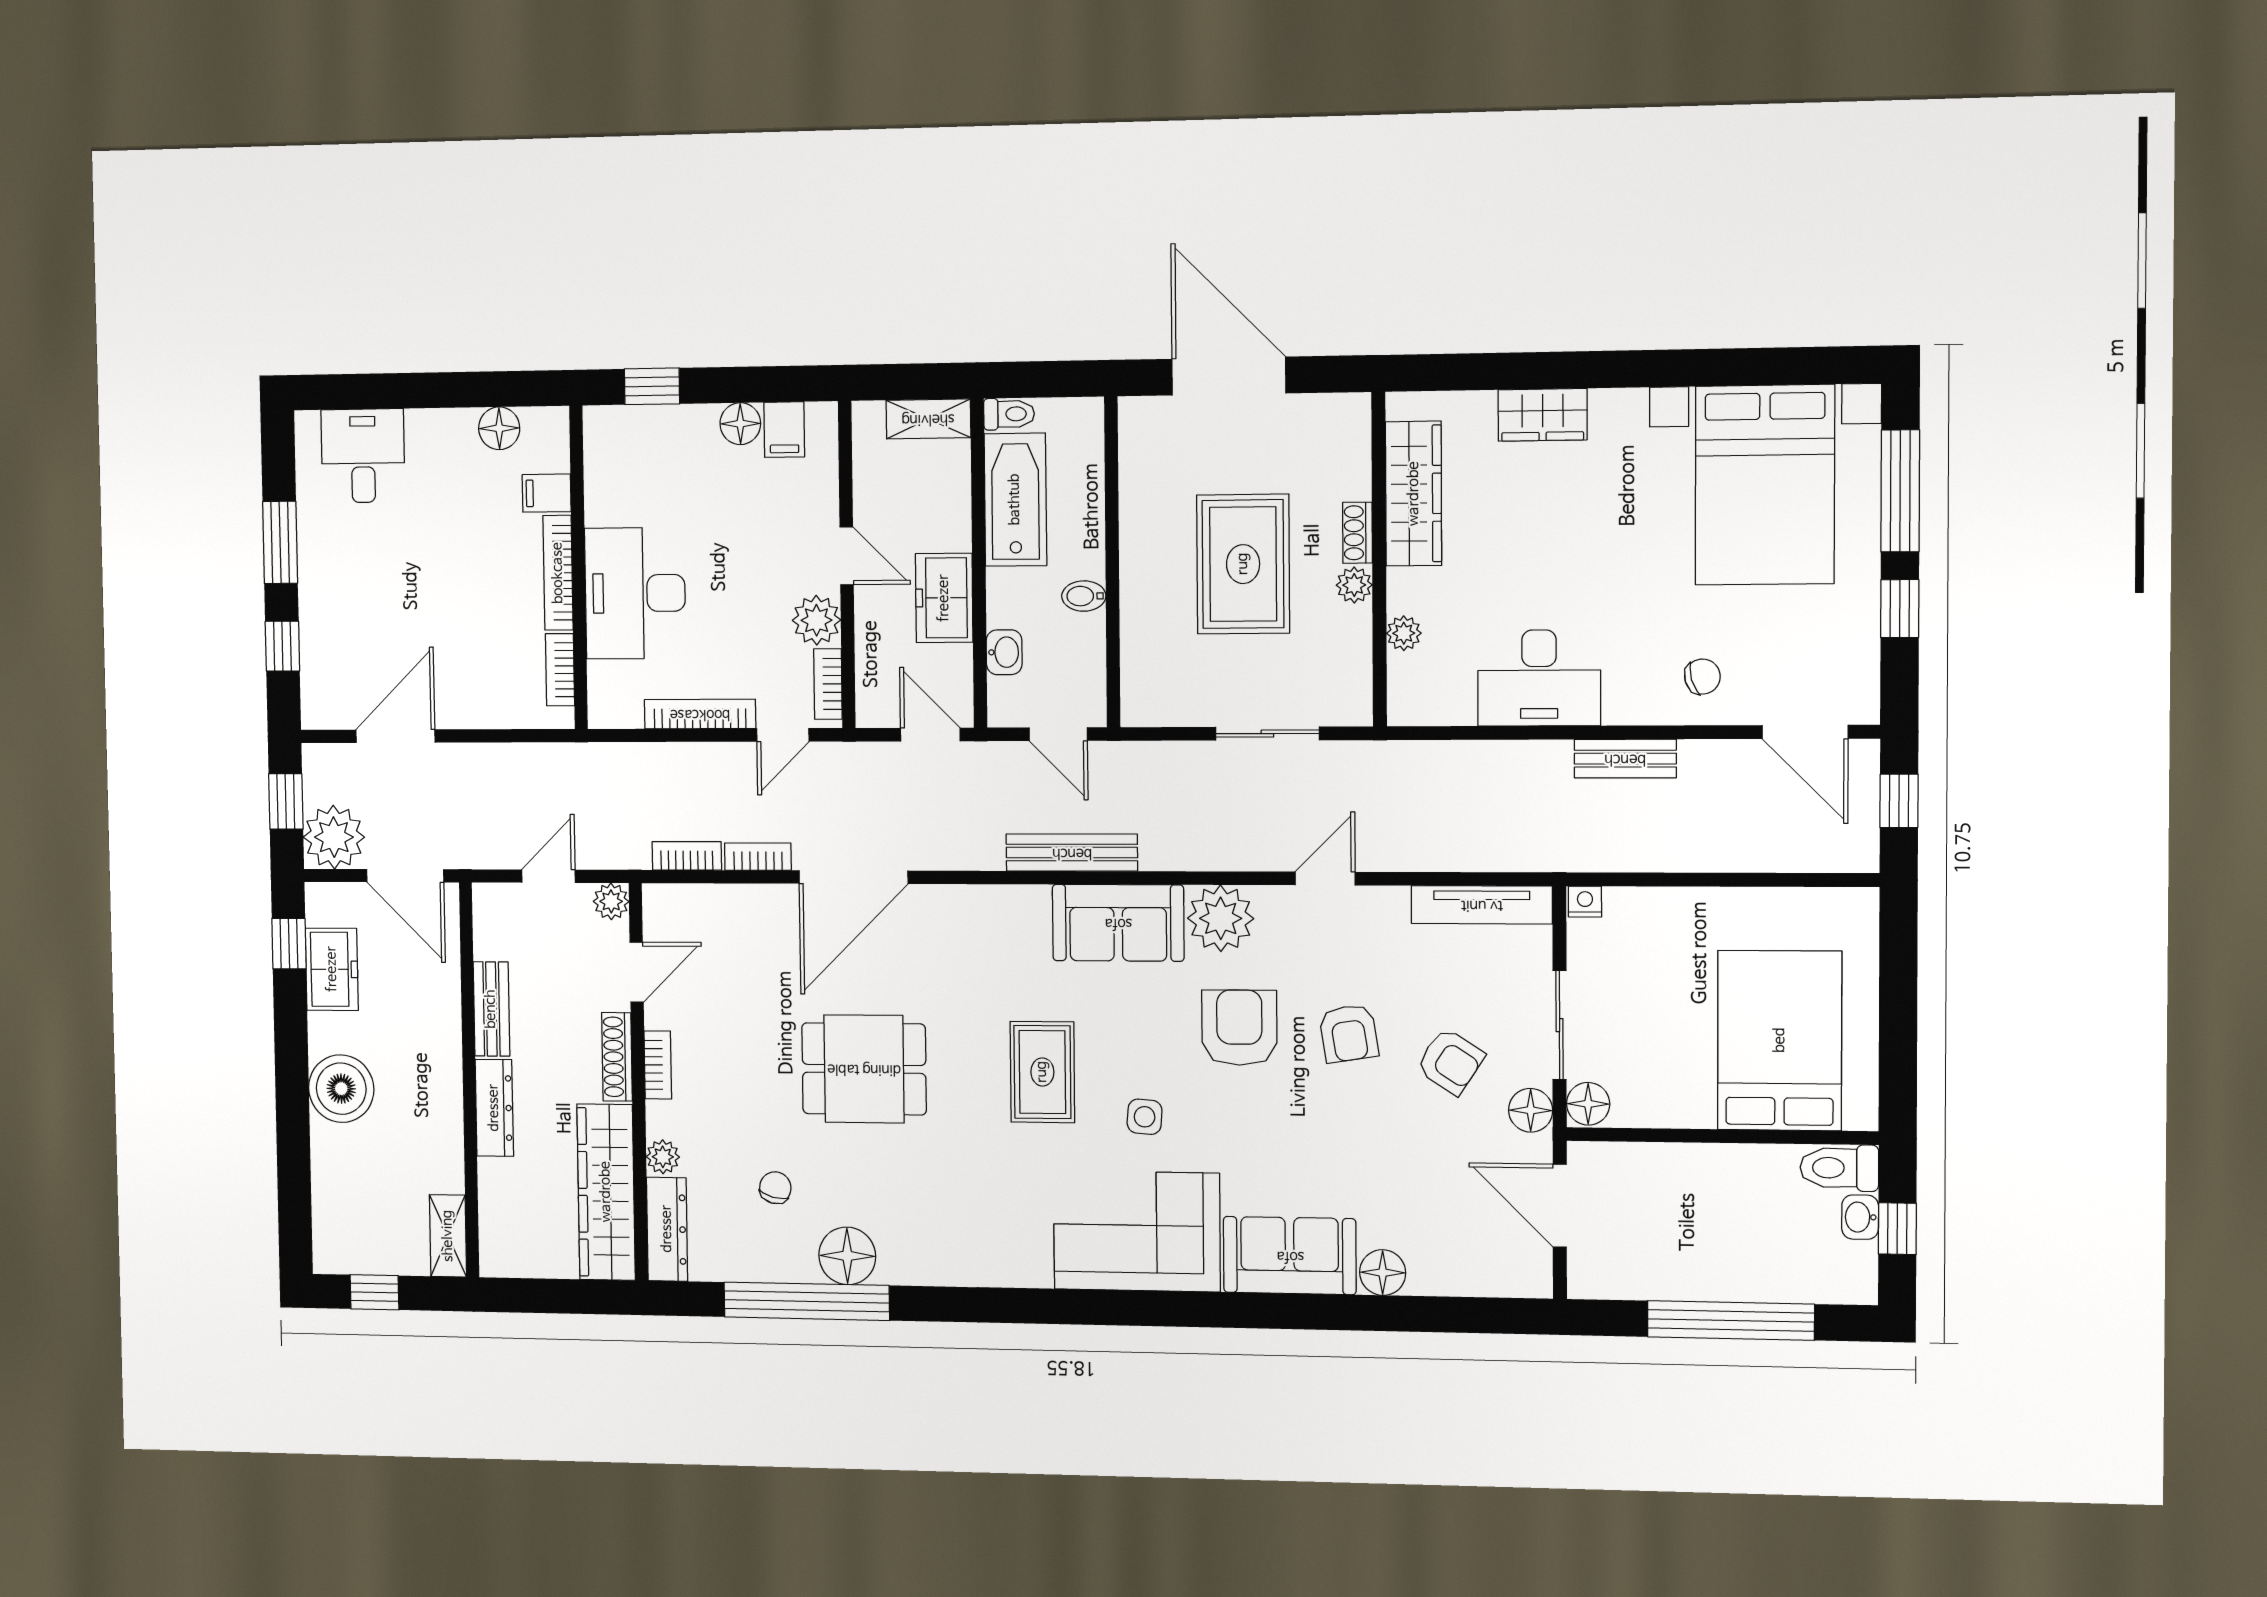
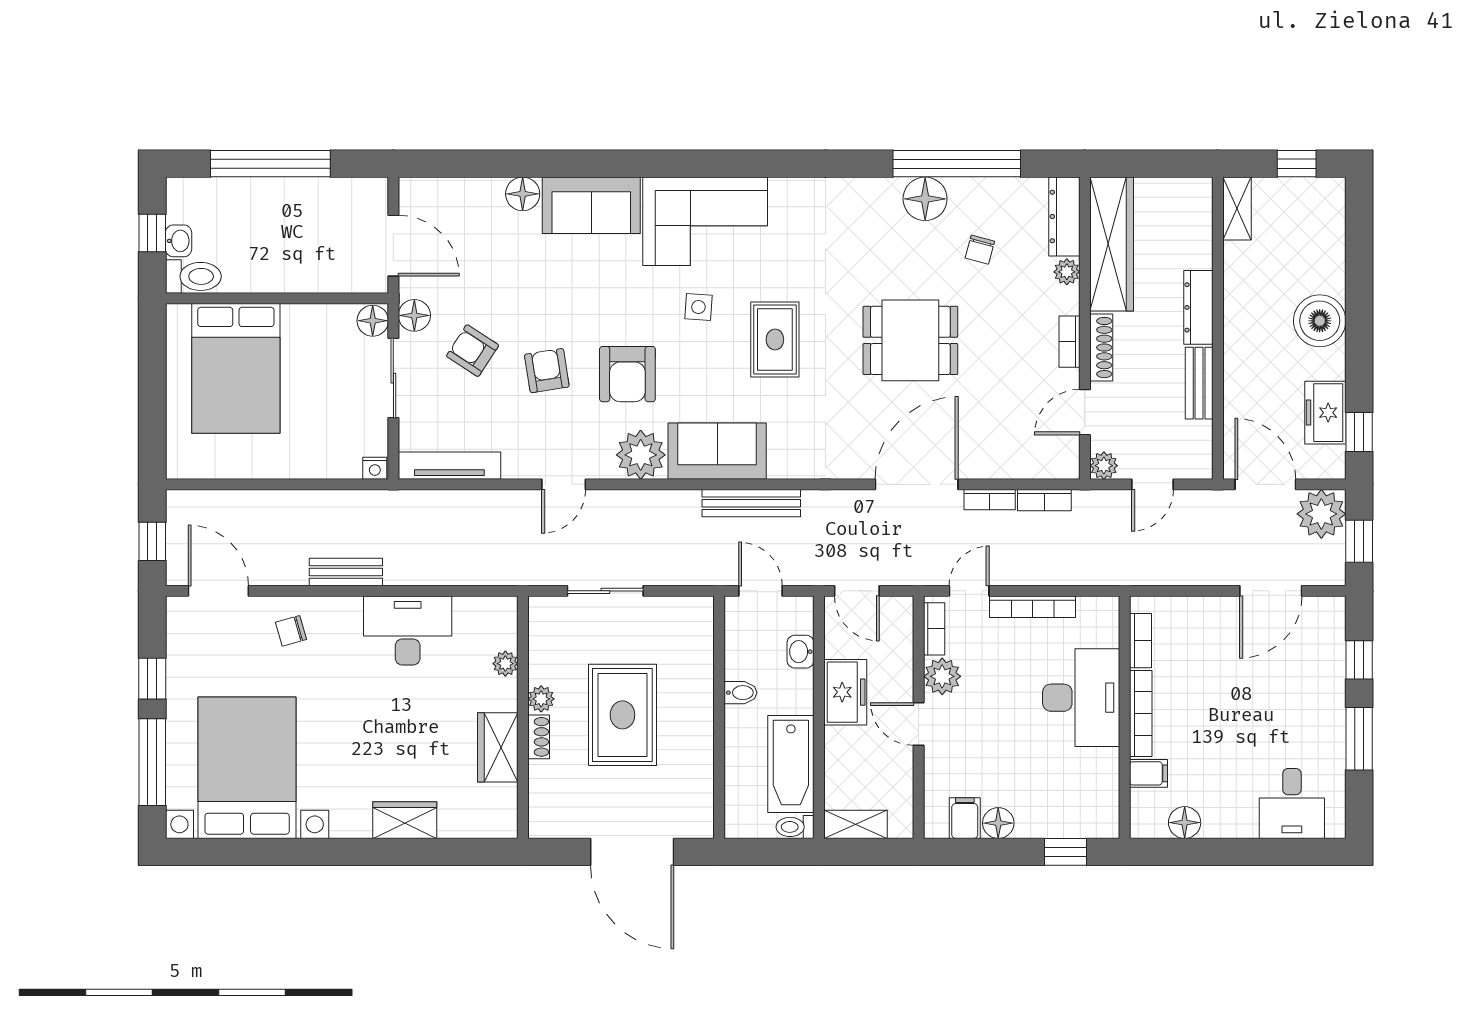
wardrobe: (1414, 494) -> (498, 747), width x0.67

